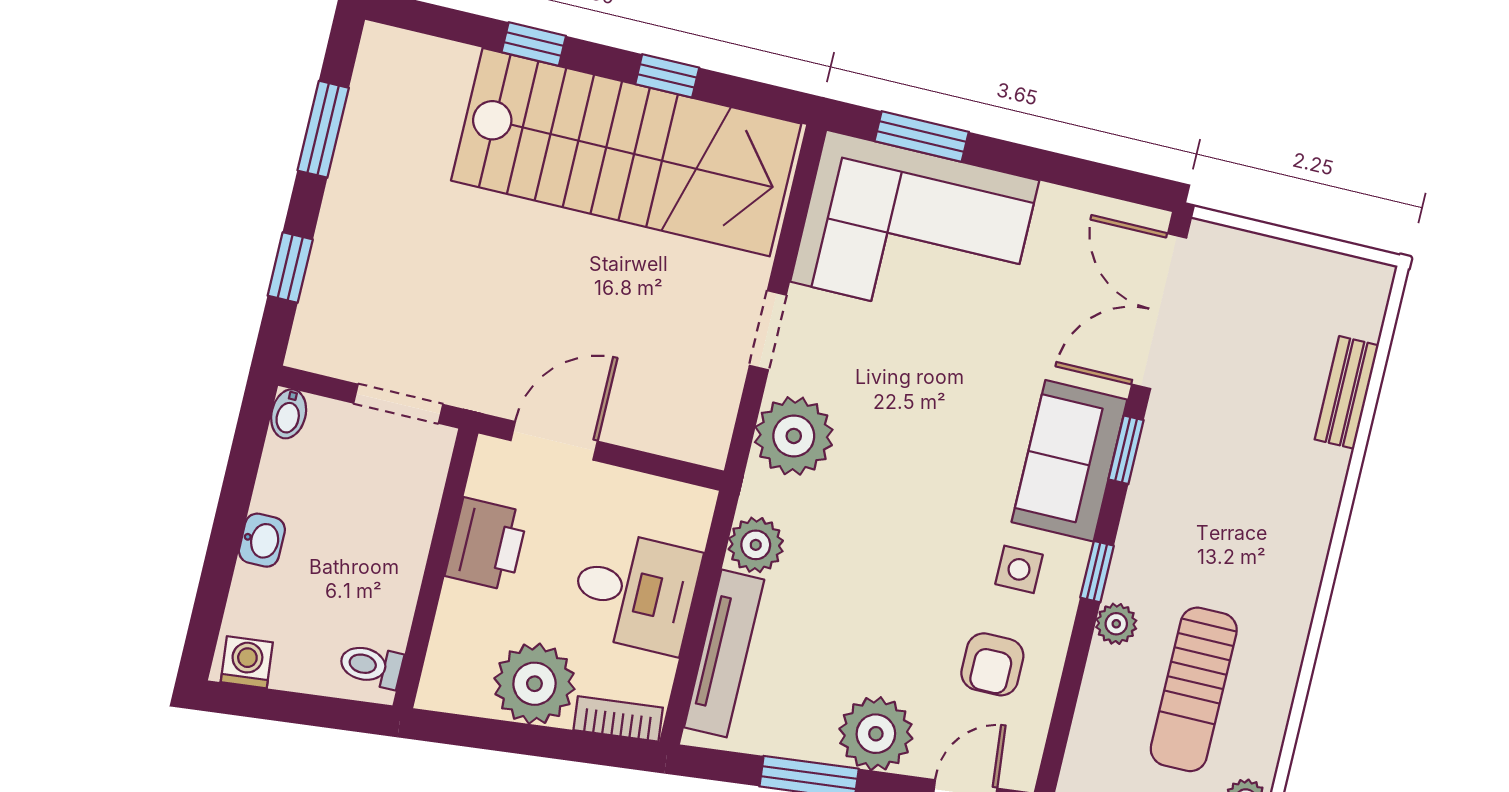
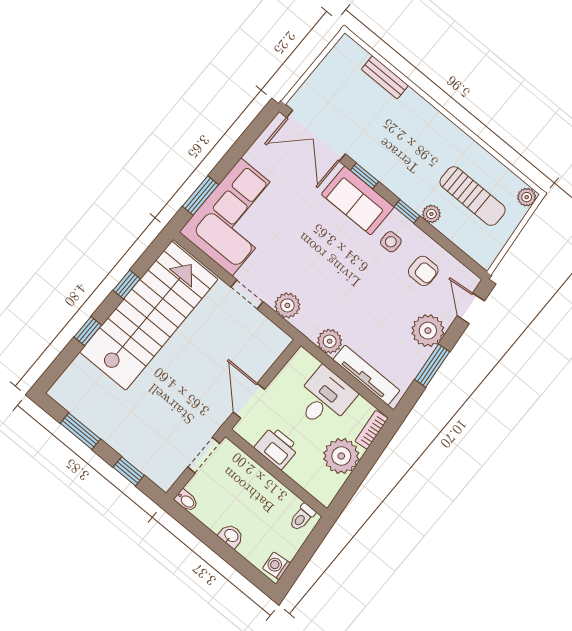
plant: (794, 436) -> (287, 305), width x0.73, depth x0.73

